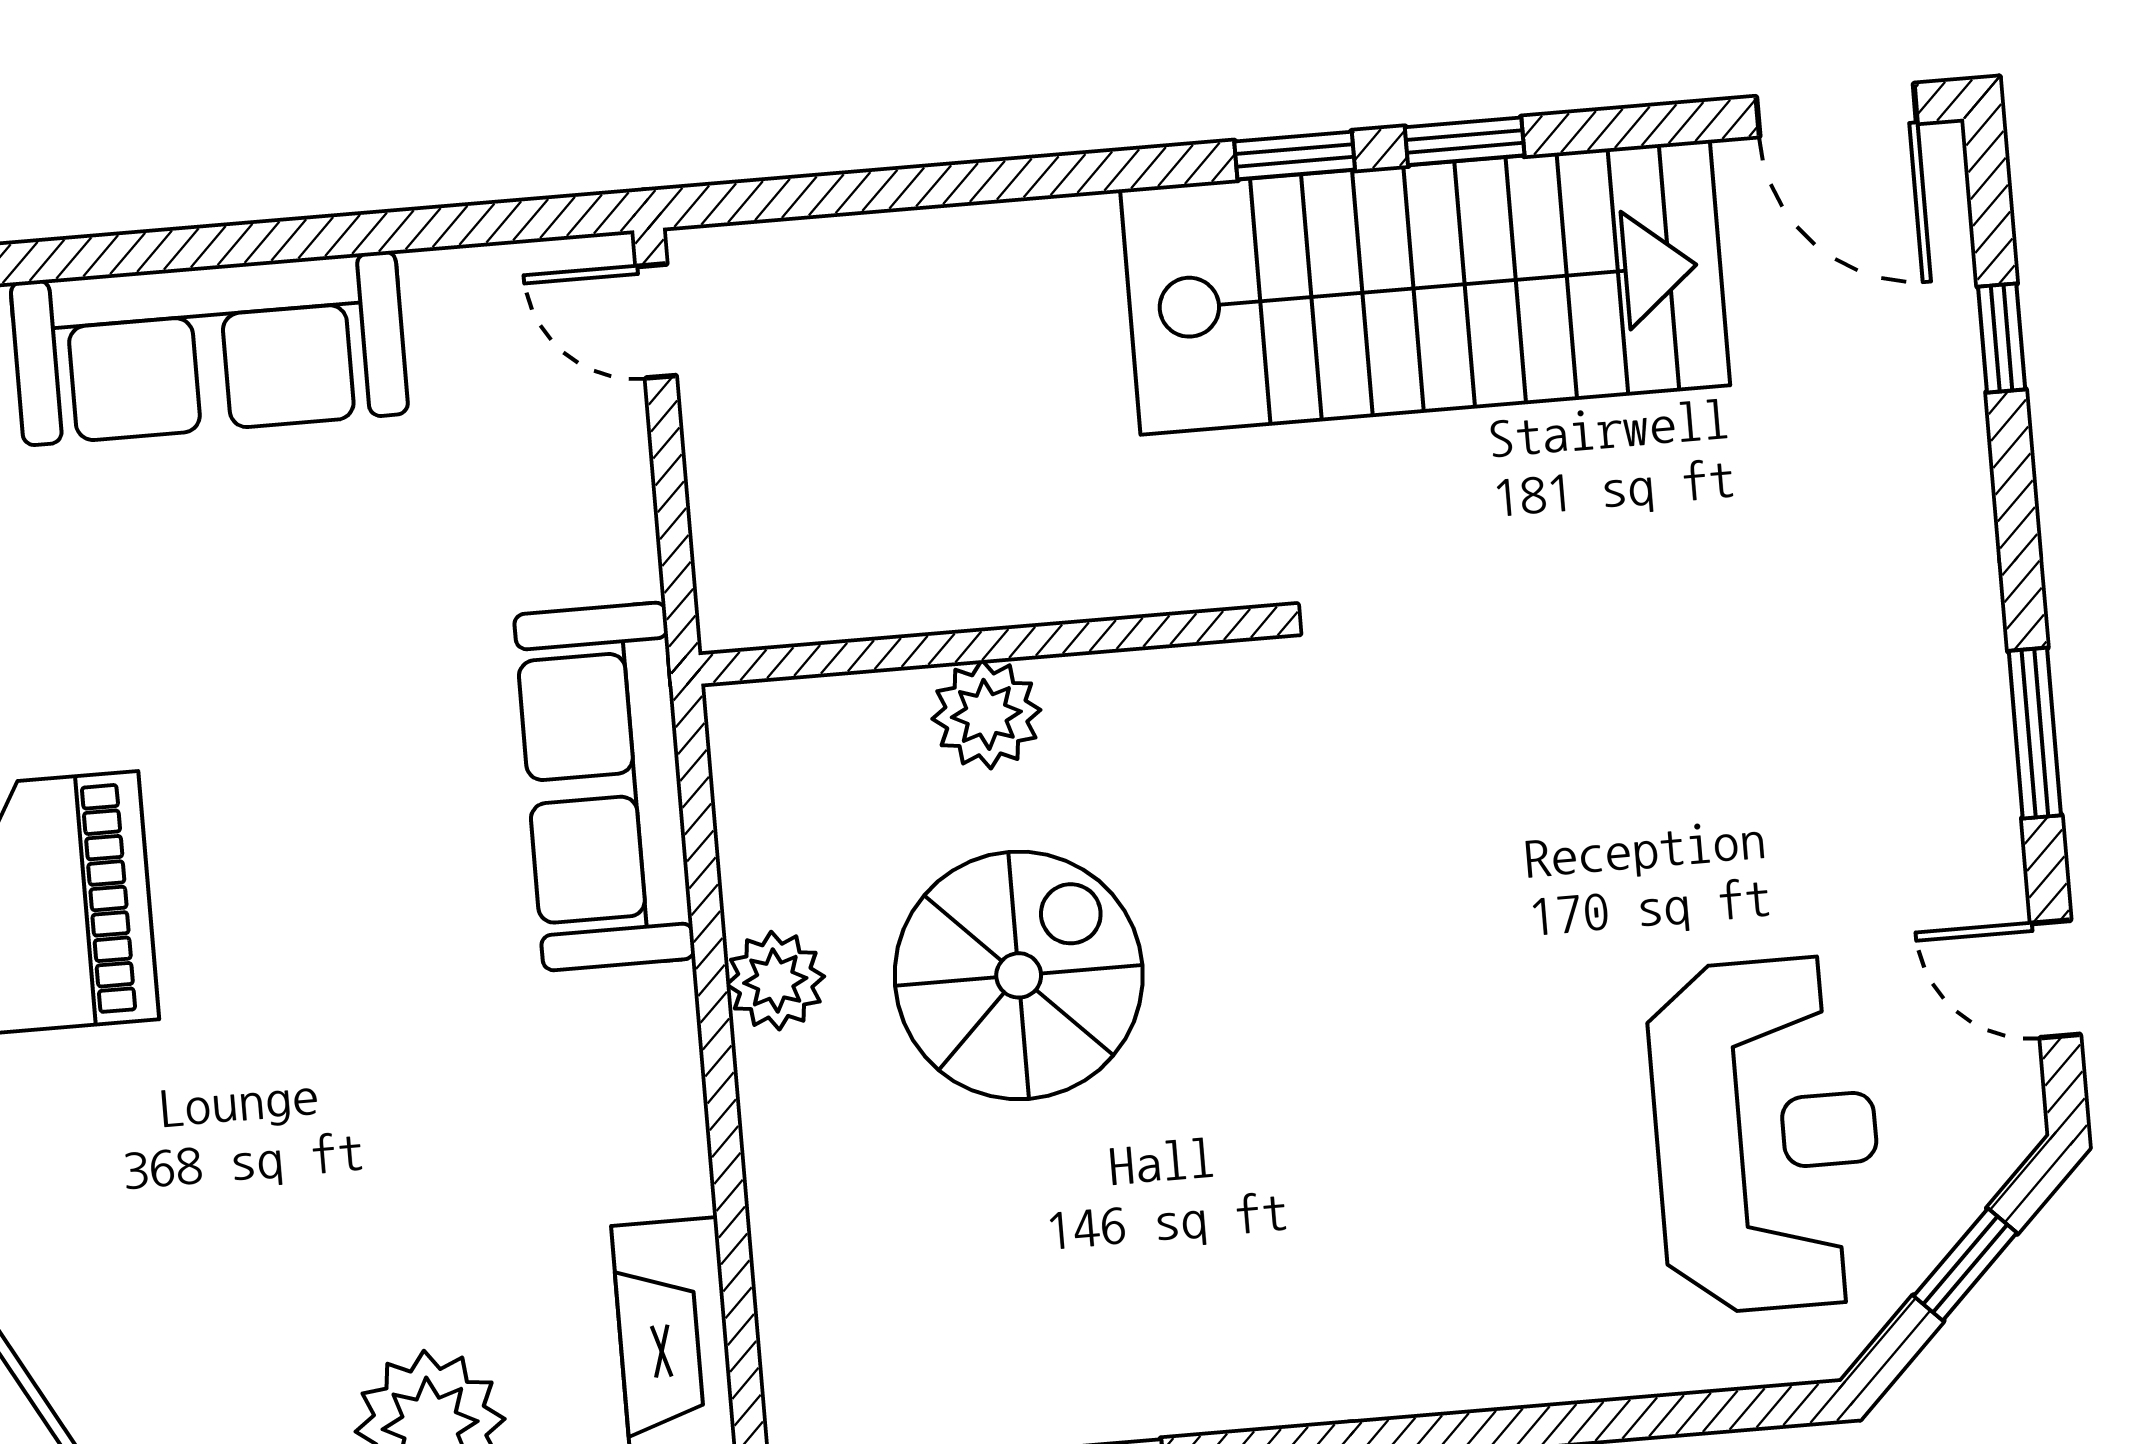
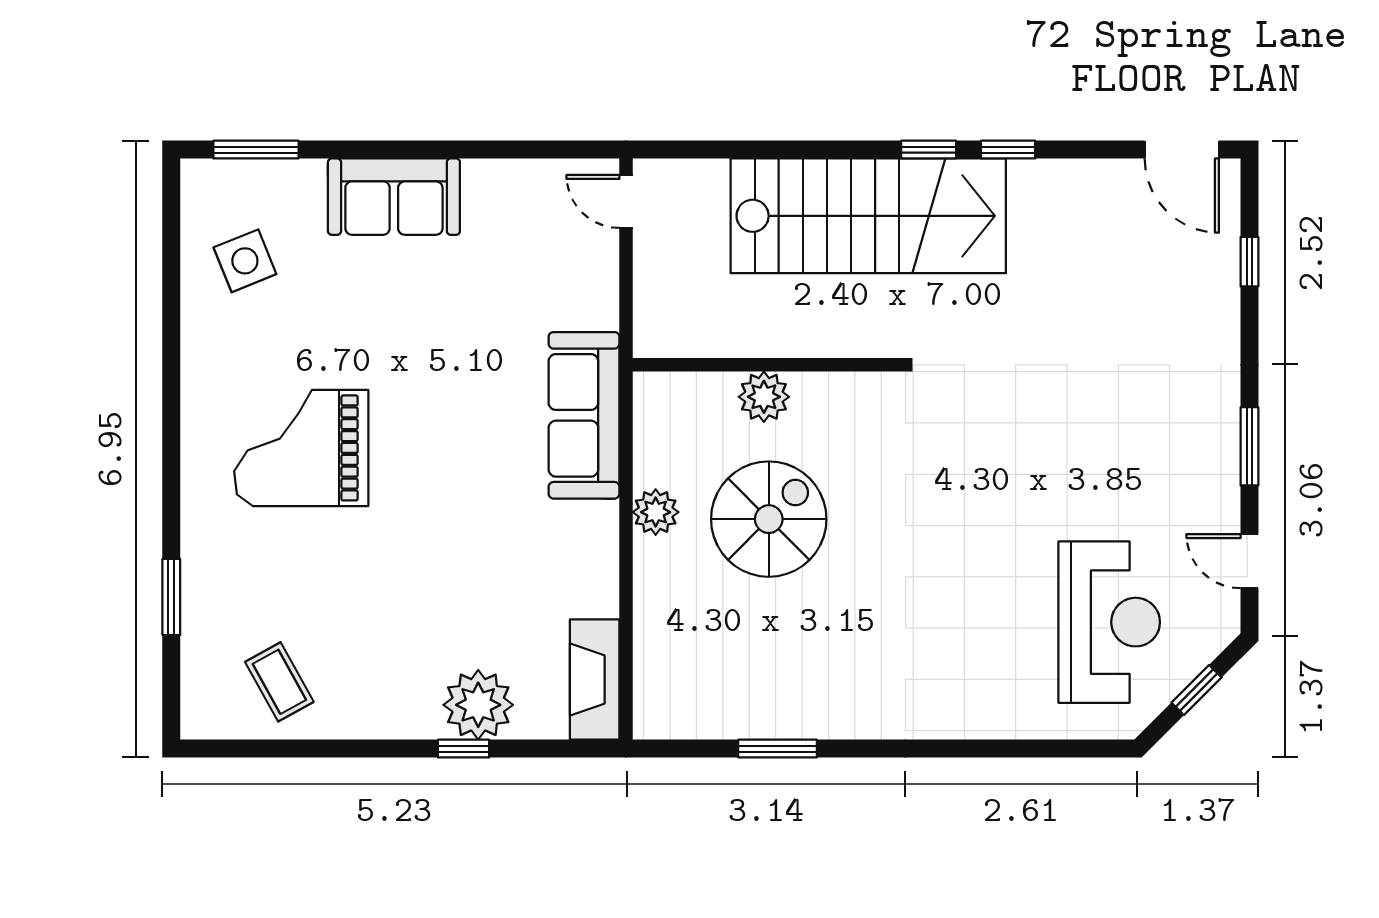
stairs: (1425, 287) -> (868, 216), moved
sofa: (209, 348) -> (394, 197), width x0.73

